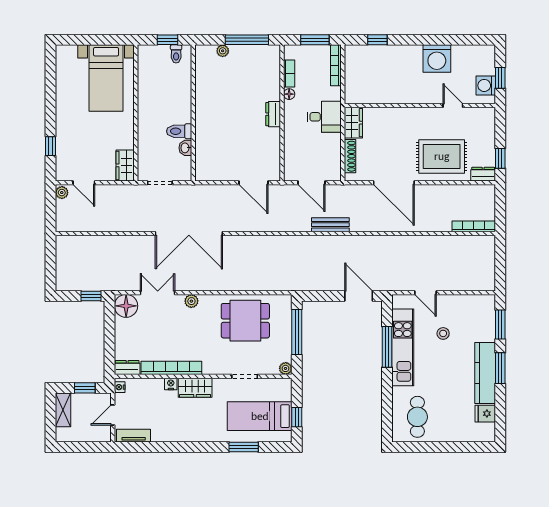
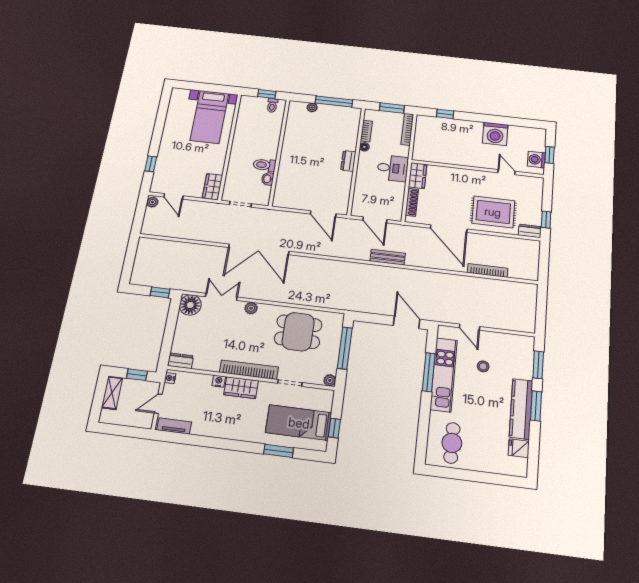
bookcase: (474, 226) -> (487, 270), moved
bookcase: (171, 368) -> (249, 370), moved

